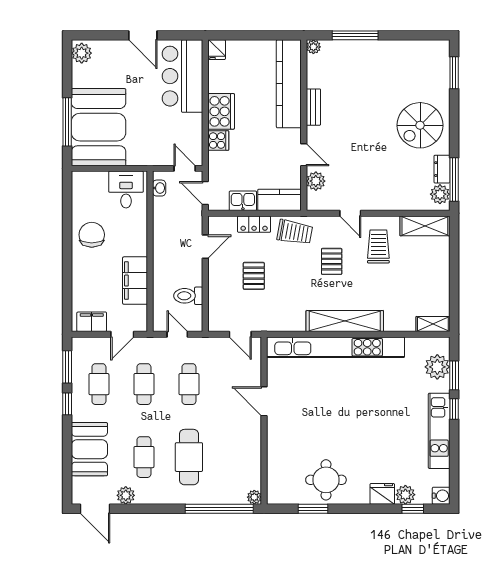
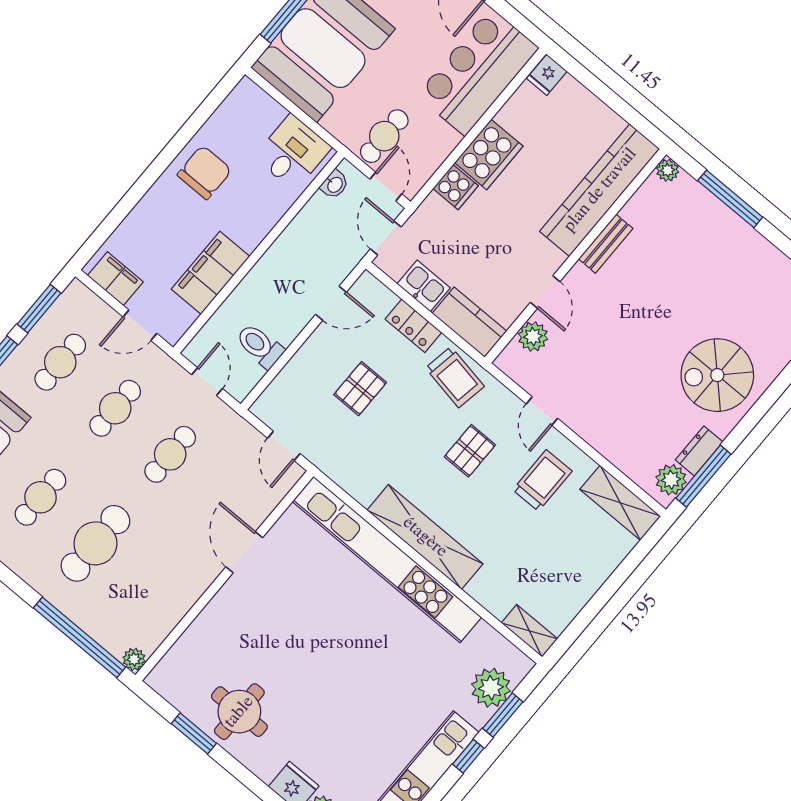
cafe table: (164, 145) -> (384, 136), added

